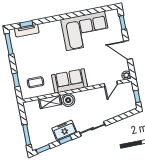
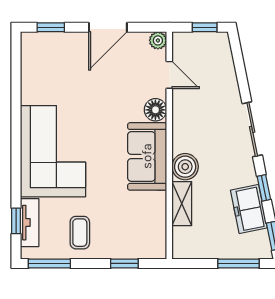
corner sofa: (86, 31) -> (53, 151), moved
floor lamp: (93, 81) -> (155, 110), added
coffee table: (36, 82) -> (80, 233), moved
freezer: (64, 130) -> (249, 209), moved

